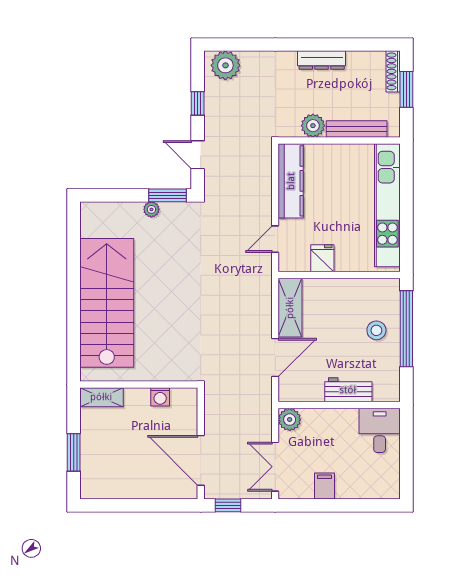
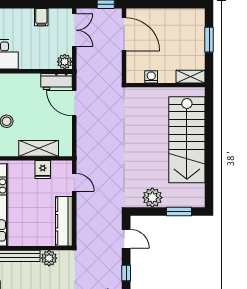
window: (168, 195) -> (179, 212), moved
plant: (151, 209) -> (152, 198), width x1.88, depth x1.88
door: (275, 239) -> (74, 182), hinge flipped
shelving: (290, 308) -> (39, 148), moved, turned 90
door: (275, 357) -> (74, 103), hinge flipped
workbench: (348, 390) -> (56, 81), moved

